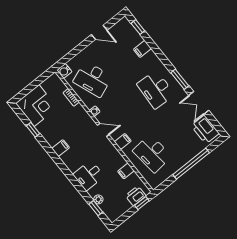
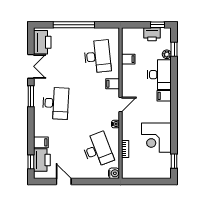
printer: (130, 35) -> (42, 160), added
corner desk: (37, 106) -> (156, 138), moved, turned -90
window: (33, 130) -> (174, 161), moved
door: (103, 130) -> (121, 104), swing flipped
filing cabinet: (61, 148) -> (164, 96), moved
desk: (89, 175) -> (160, 75), width x1.37
printer: (136, 196) -> (152, 34), moved
window: (142, 203) -> (158, 25), moved

